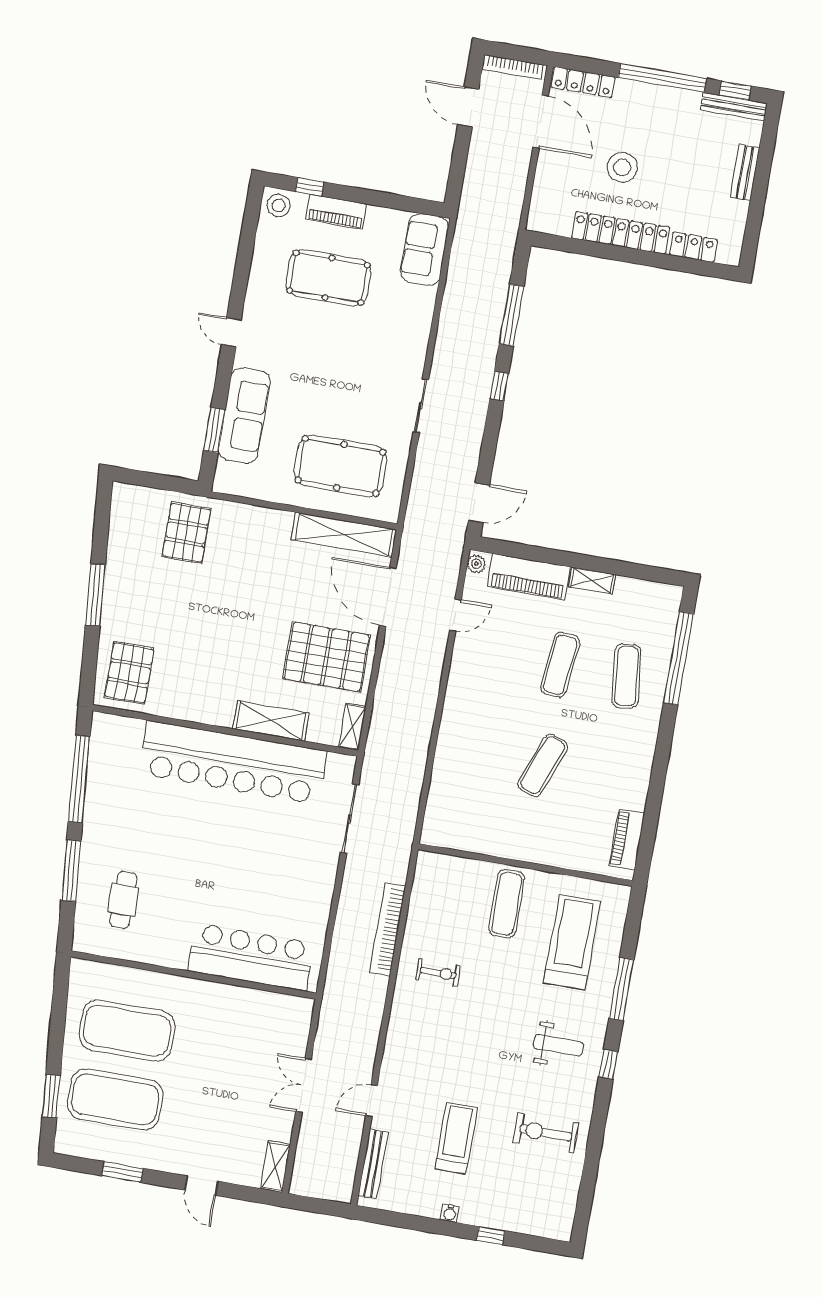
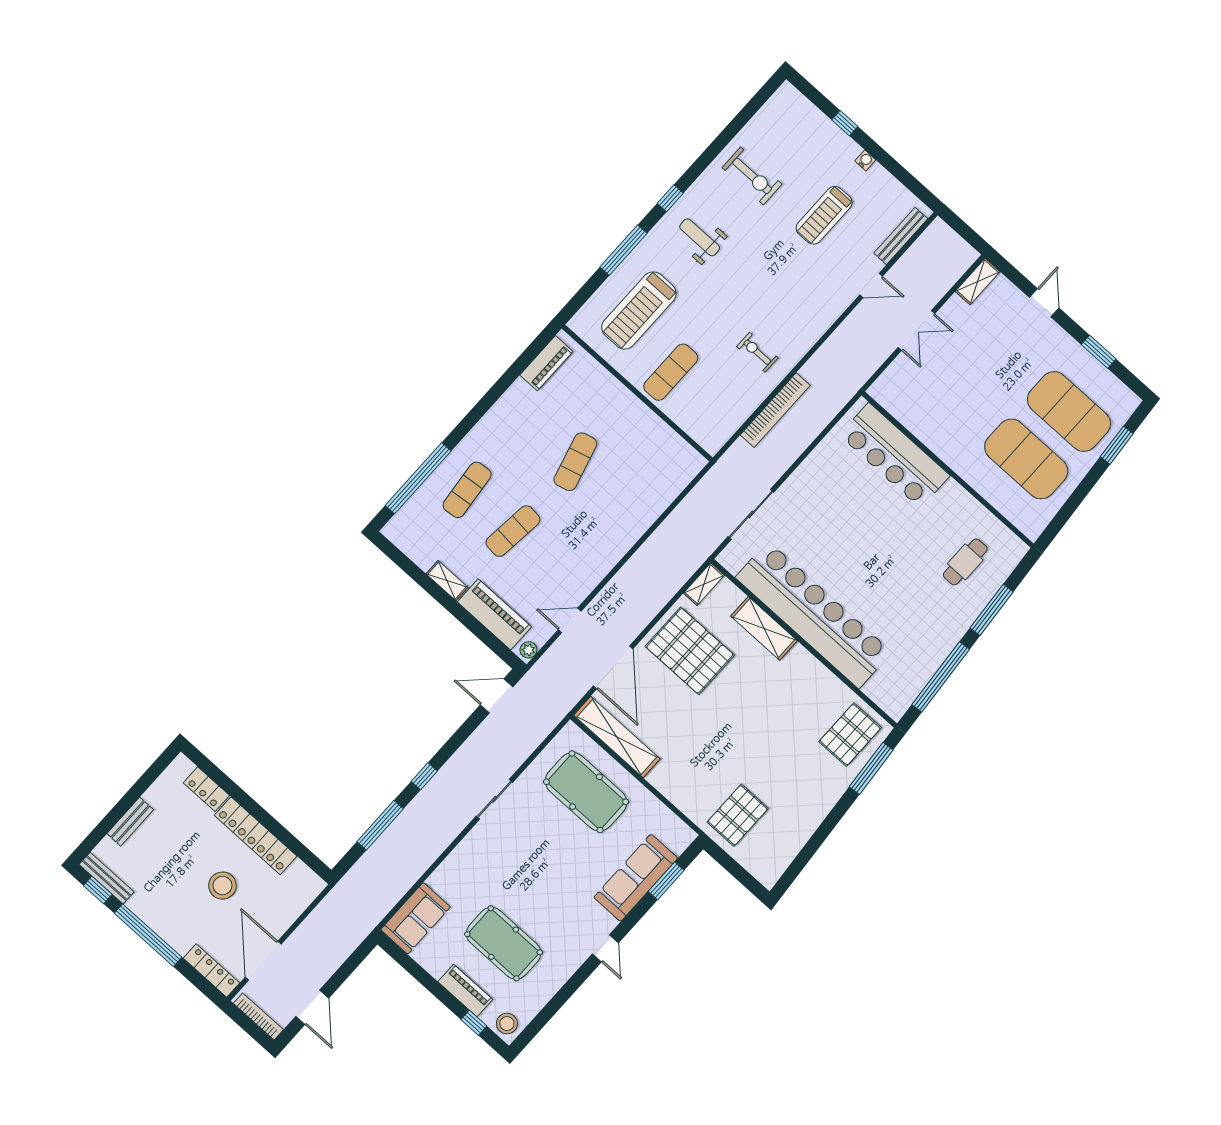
window: (95, 595) -> (871, 768), moved
exercise mat: (543, 765) -> (575, 462), turned -36

